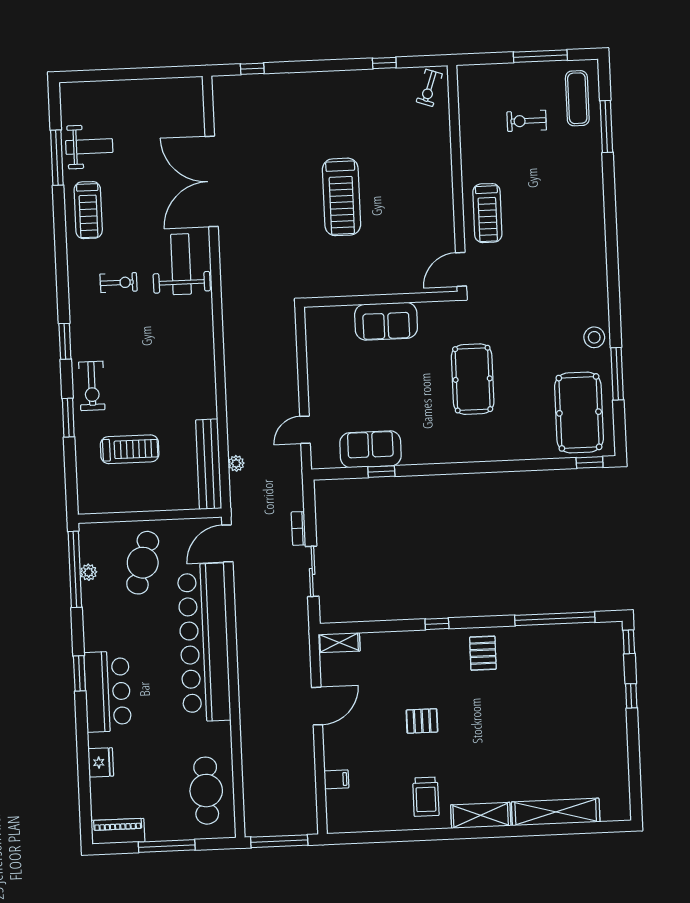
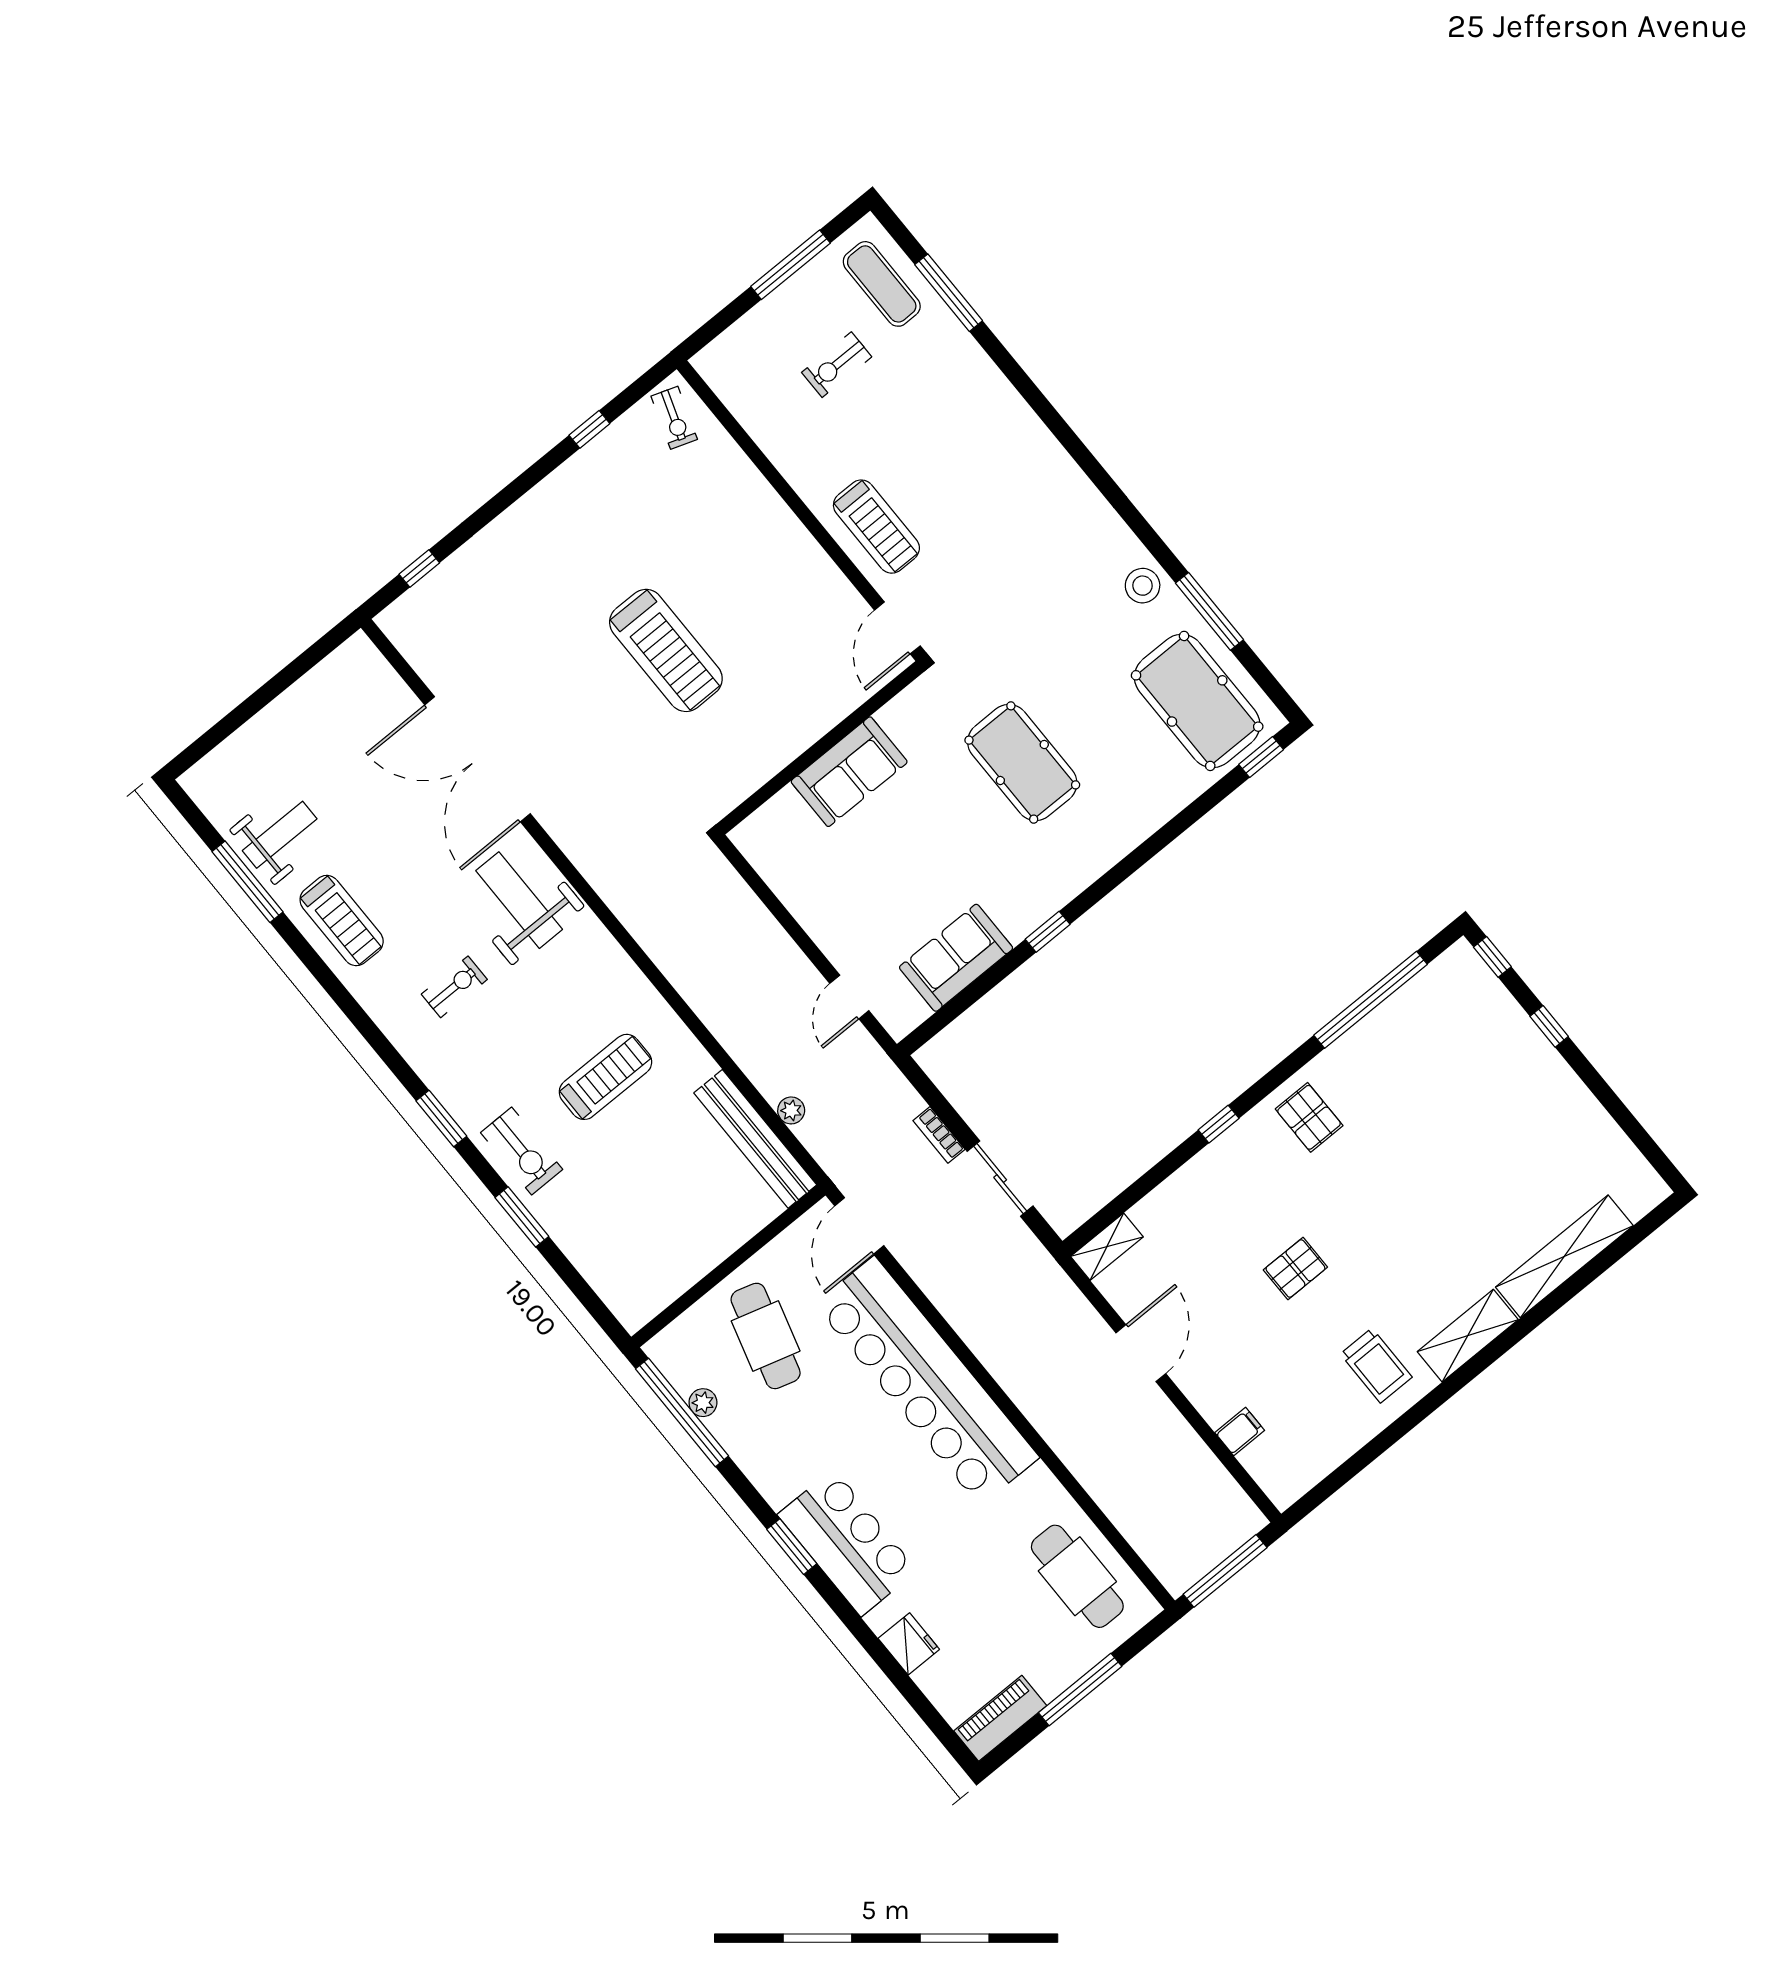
treadmill: (130, 449) -> (605, 1077), moved
window: (381, 472) -> (1048, 932), moved

